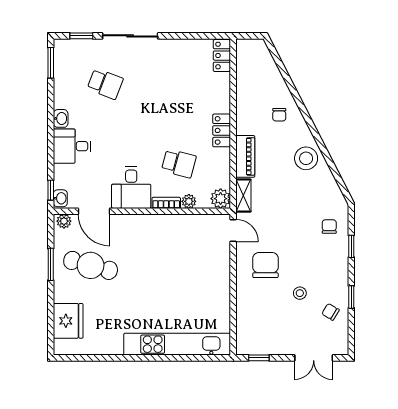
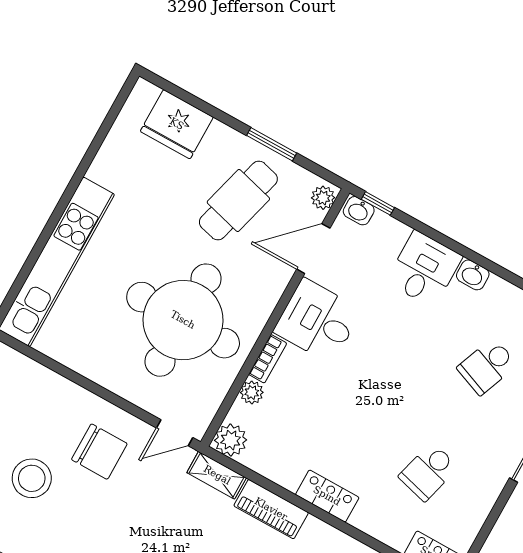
school desk: (179, 163) -> (428, 472), moved
round table: (171, 259) -> (183, 320), added
stool: (300, 293) -> (32, 478), width x1.89, depth x1.89

